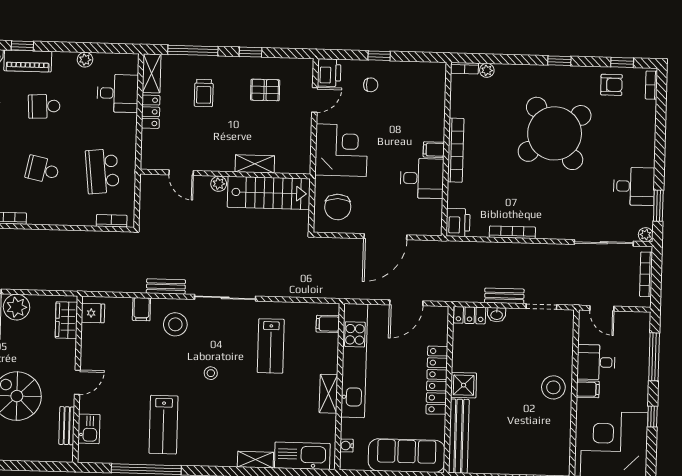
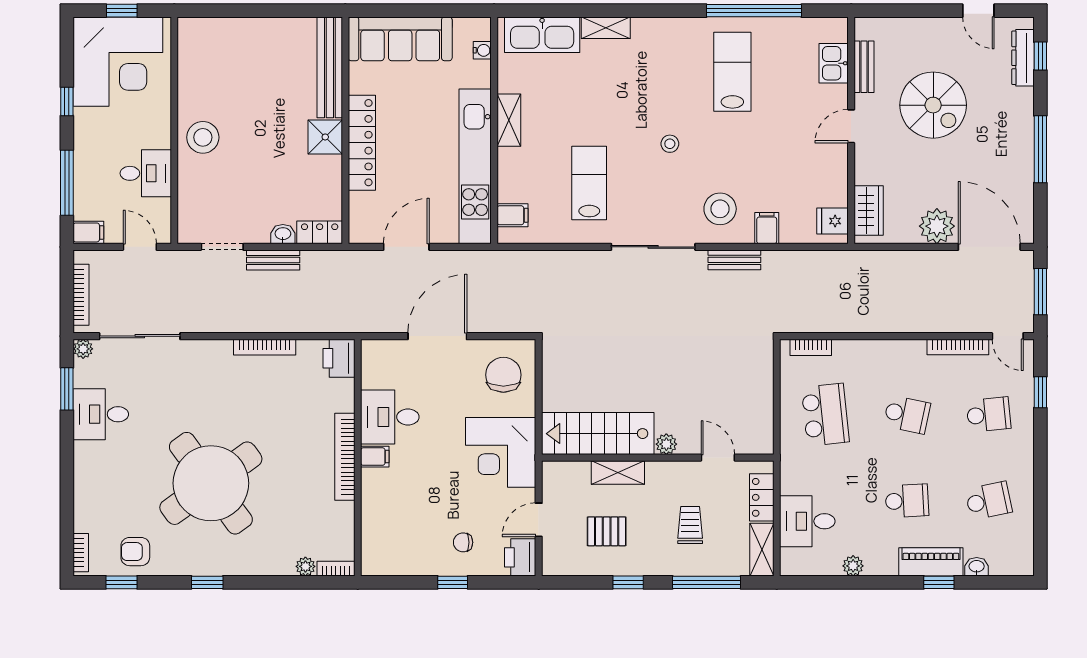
shelving: (255, 164) -> (618, 473), moved
door: (181, 173) -> (718, 458), moved
wall: (225, 174) -> (658, 458), moved
plant: (219, 184) -> (666, 444), moved
stairs: (269, 193) -> (598, 434), moved
filing cabinet: (588, 389) -> (88, 232), moved, turned 180

